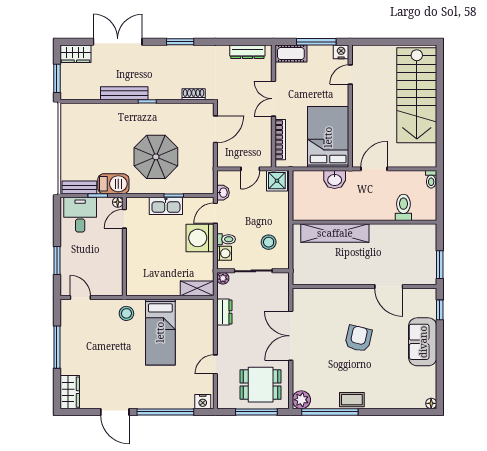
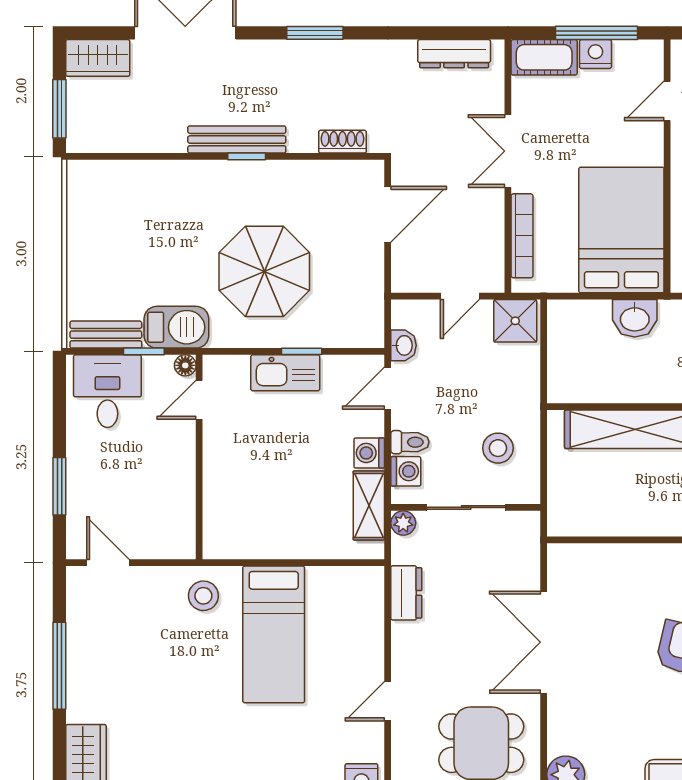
nightstand: (341, 52) -> (595, 54), moved
bench: (124, 93) -> (237, 140), moved
washing machine: (200, 238) -> (369, 453), width x0.53, depth x0.53
shelving: (197, 288) -> (369, 505), moved, turned 90

